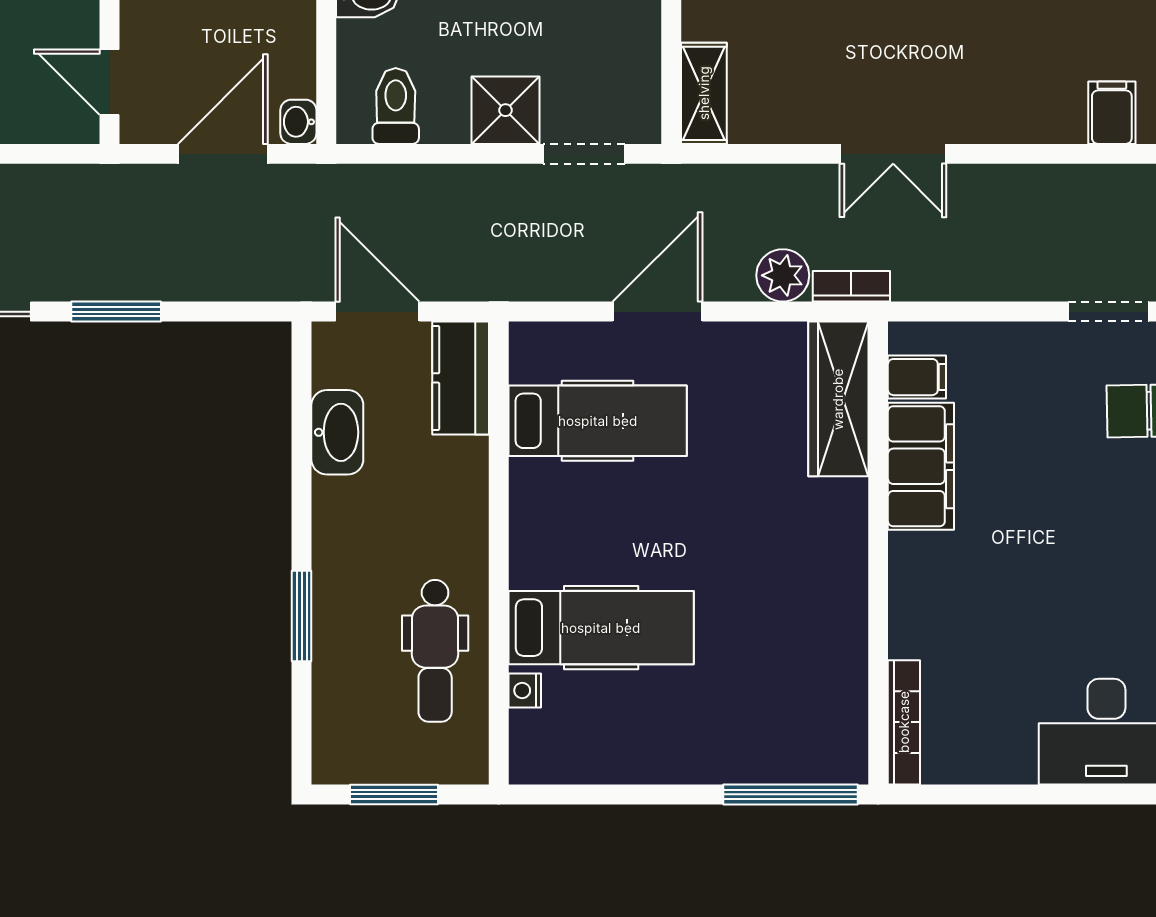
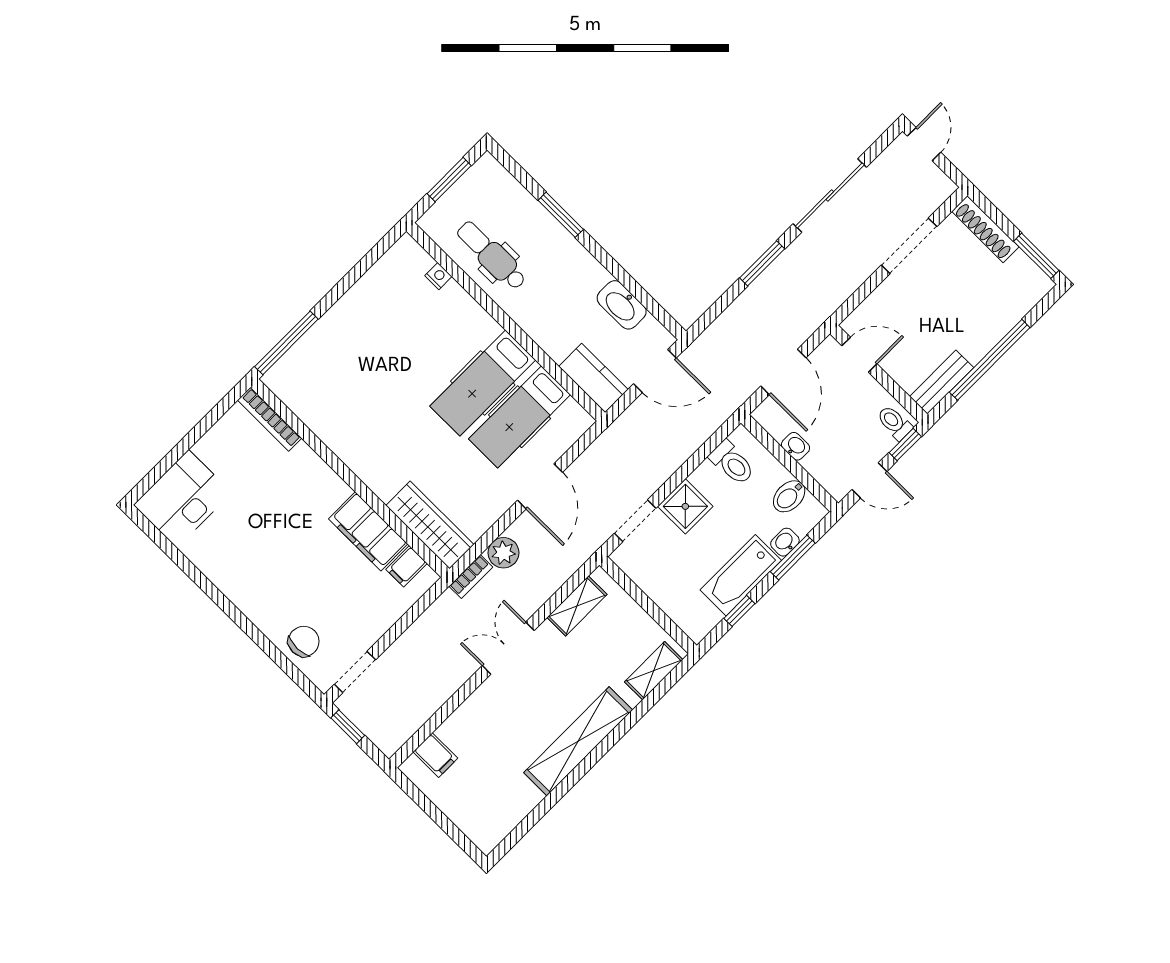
shelving: (704, 93) -> (577, 606), moved, turned 90
washbasin: (298, 122) -> (796, 446), moved
hospital bed: (601, 628) -> (483, 383), moved

